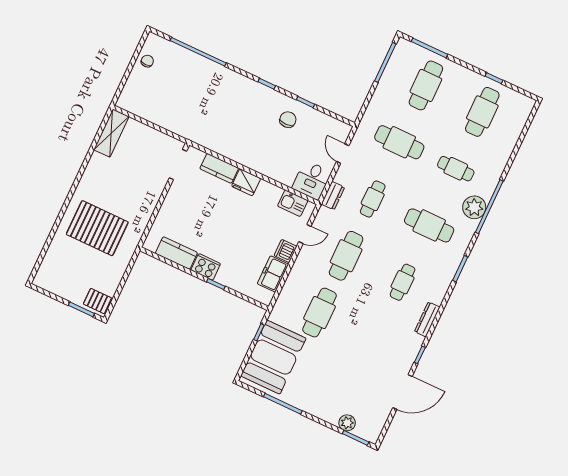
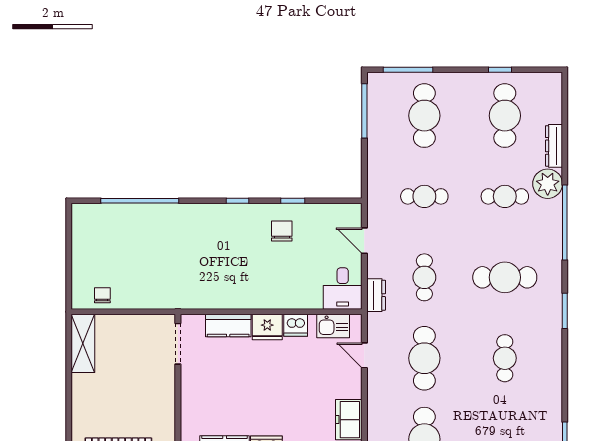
chair: (147, 61) -> (102, 295), moved
cafe table: (399, 142) -> (424, 196), width x0.73, depth x0.74
plant: (474, 207) -> (548, 184), moved
door: (305, 234) -> (364, 355), swing flipped
dishwasher: (285, 251) -> (296, 325), moved, turned -90
dresser: (427, 319) -> (554, 146), moved

